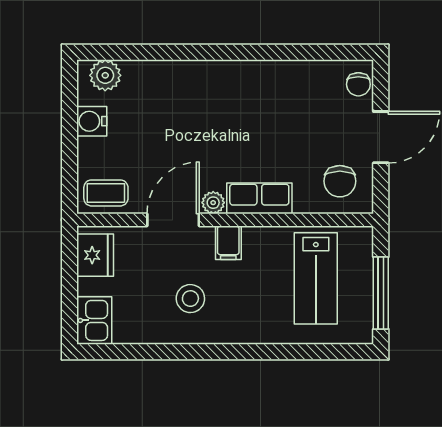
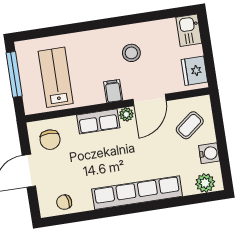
row of seats: (215, 76) -> (137, 193), added
chair: (358, 84) -> (64, 202), moved, turned -100
chair: (340, 181) -> (50, 140), turned 180
coffee table: (106, 193) -> (190, 125), moved, turned -38

